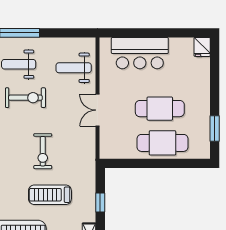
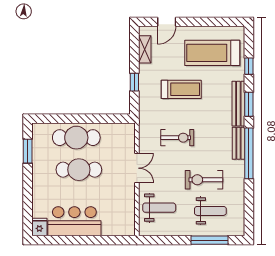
bar counter: (140, 53) -> (74, 221), moved
exercise bike: (43, 151) -> (177, 138), moved, turned 90

